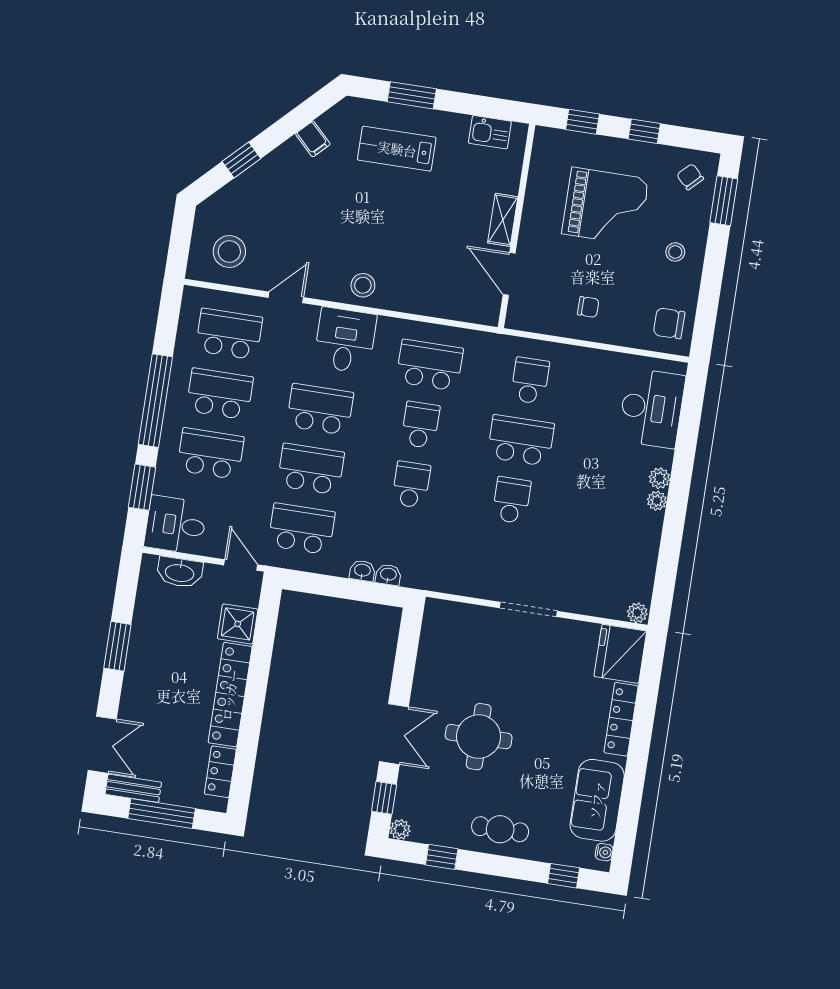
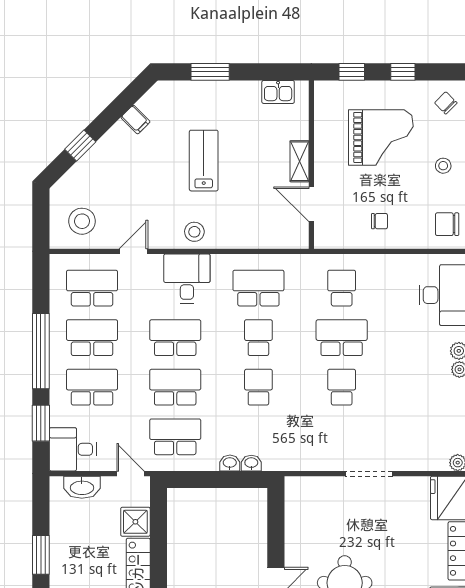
lab bench: (397, 149) -> (204, 161), moved, turned 90

